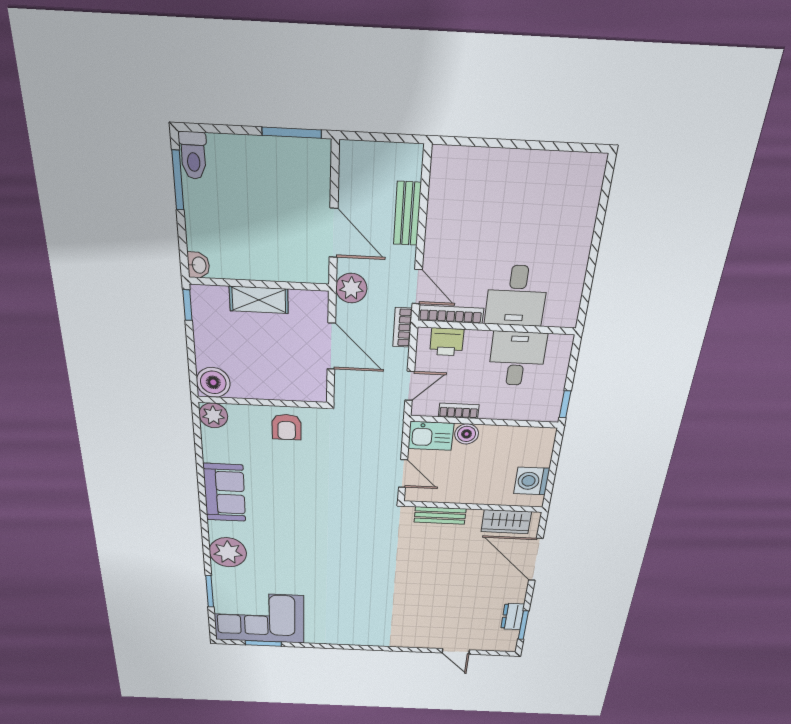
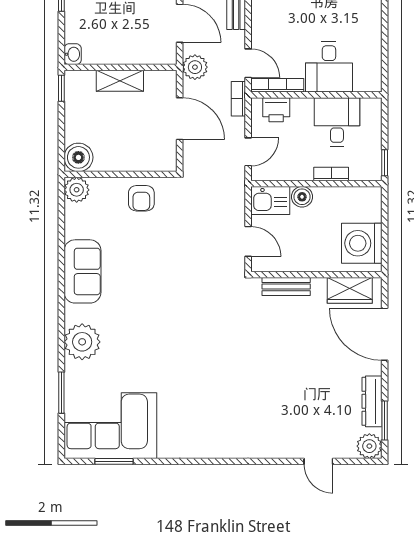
bookcase: (459, 411) -> (331, 174), moved
washing machine: (532, 481) -> (362, 243), width x1.37, depth x1.37
dresser: (513, 616) -> (372, 401), width x1.44
plant: (505, 643) -> (369, 446), added

